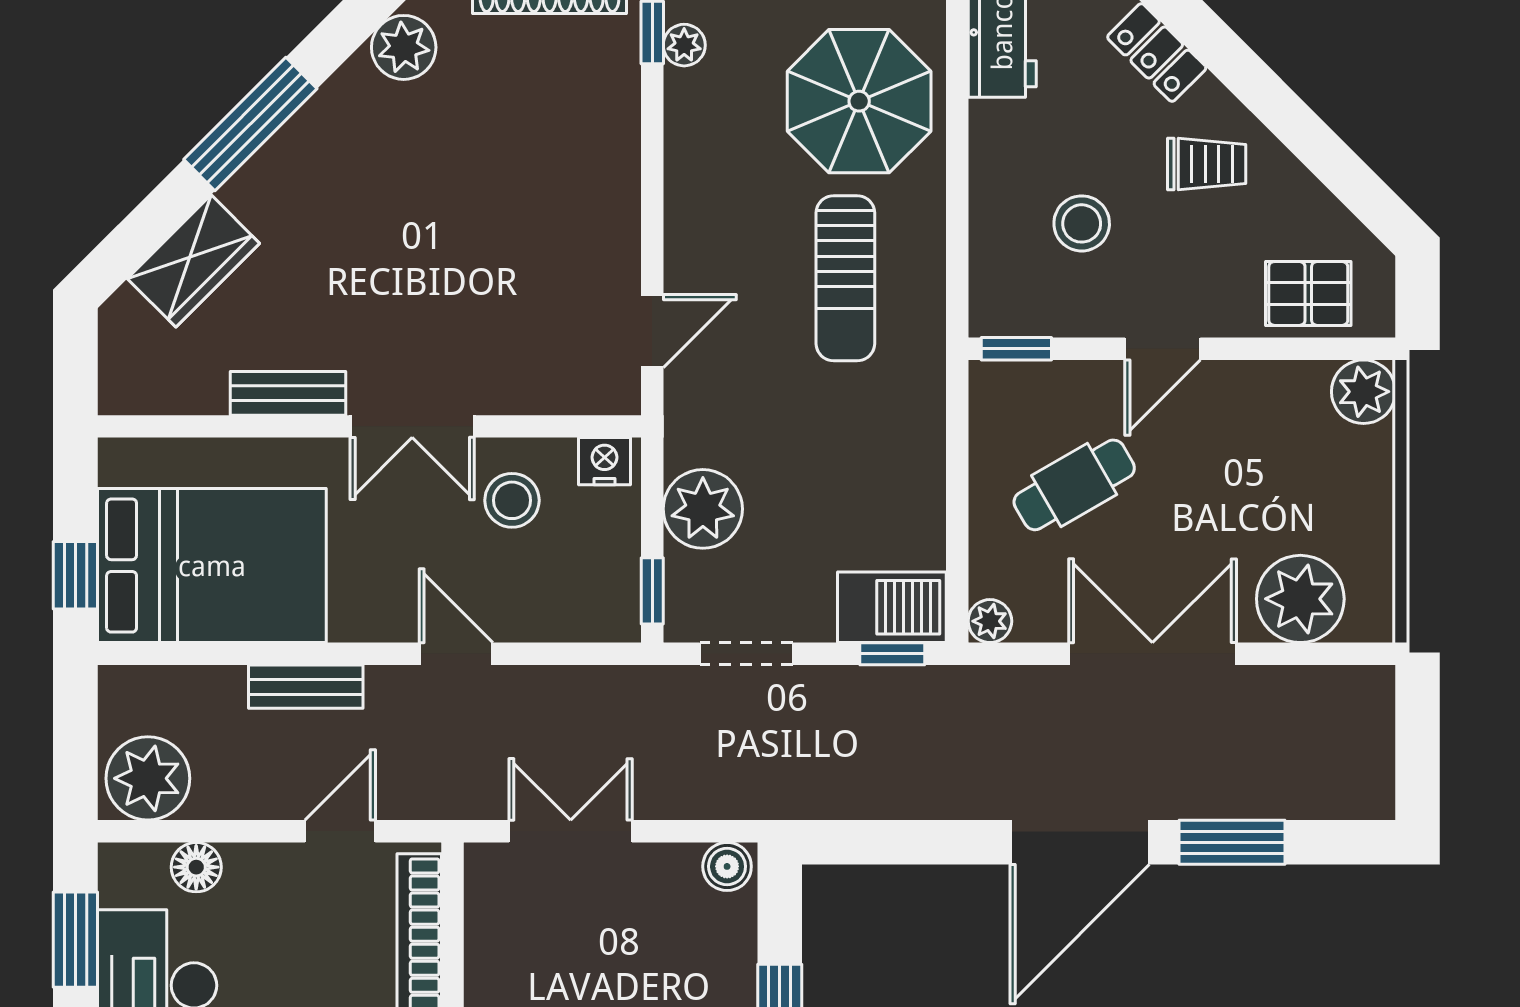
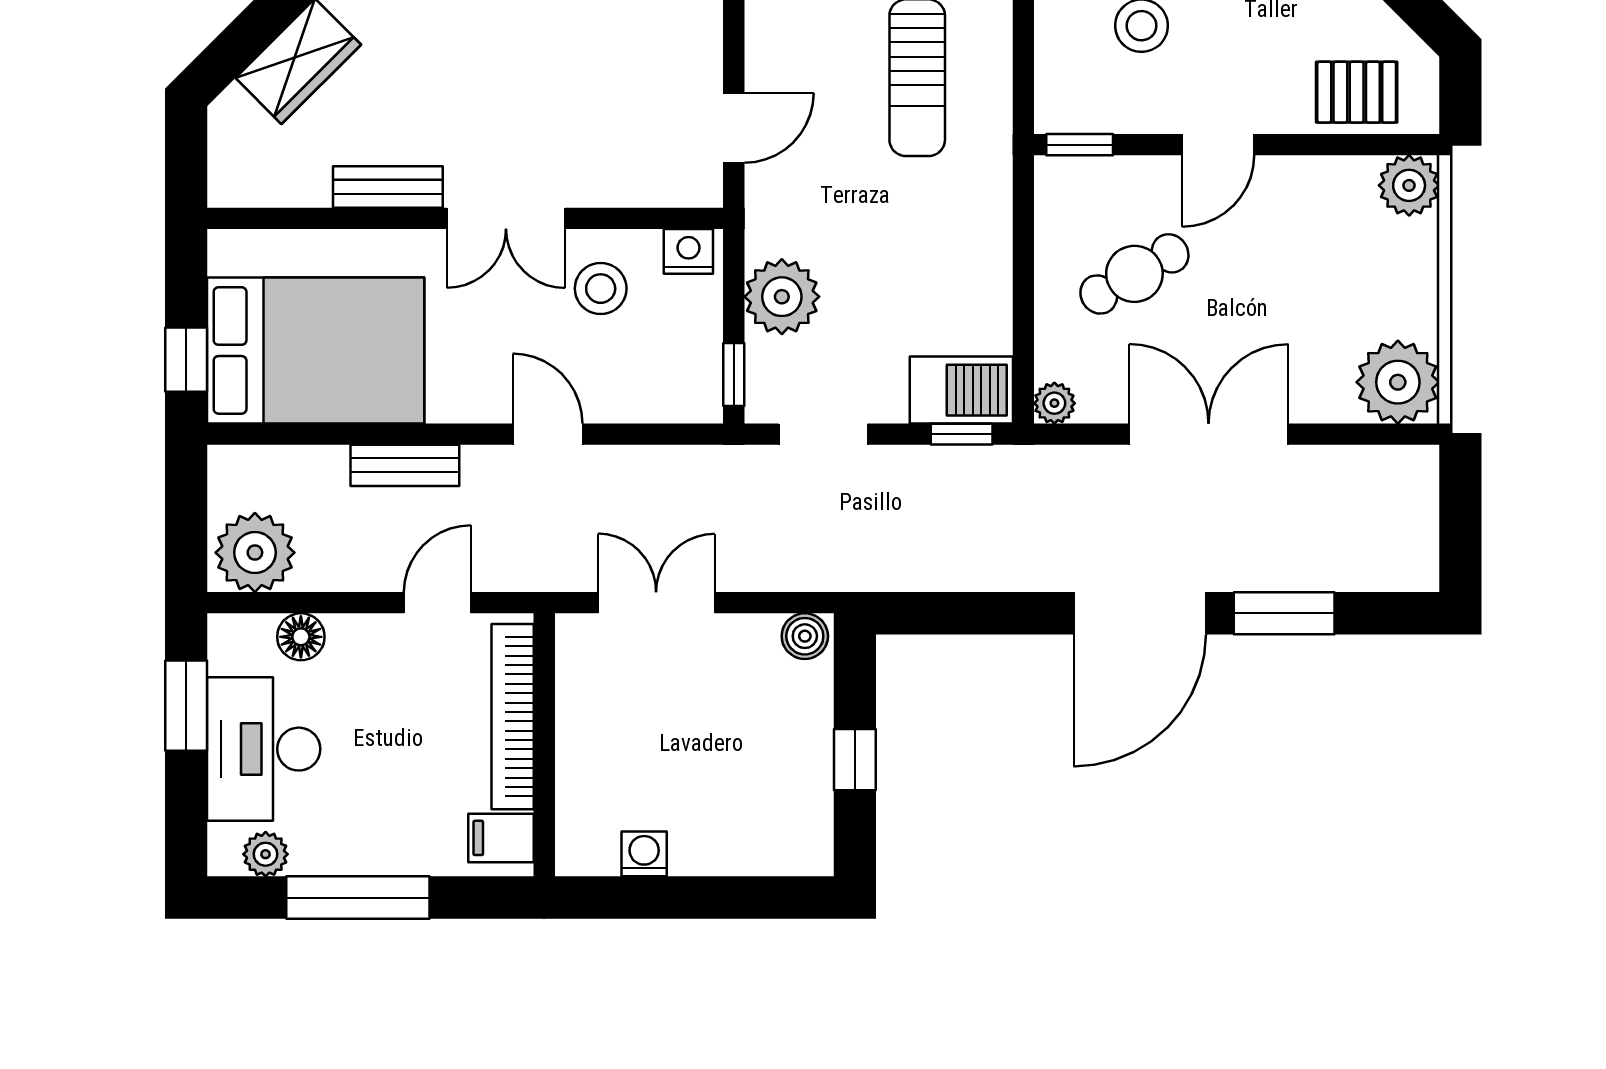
plant: (1300, 599) -> (1398, 382), moved

